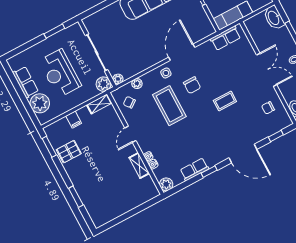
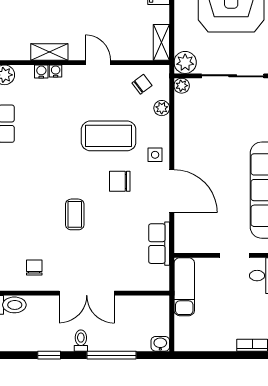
washbasin: (274, 18) -> (160, 344), width x0.52, depth x0.69
row of seats: (226, 38) -> (159, 244), moved

